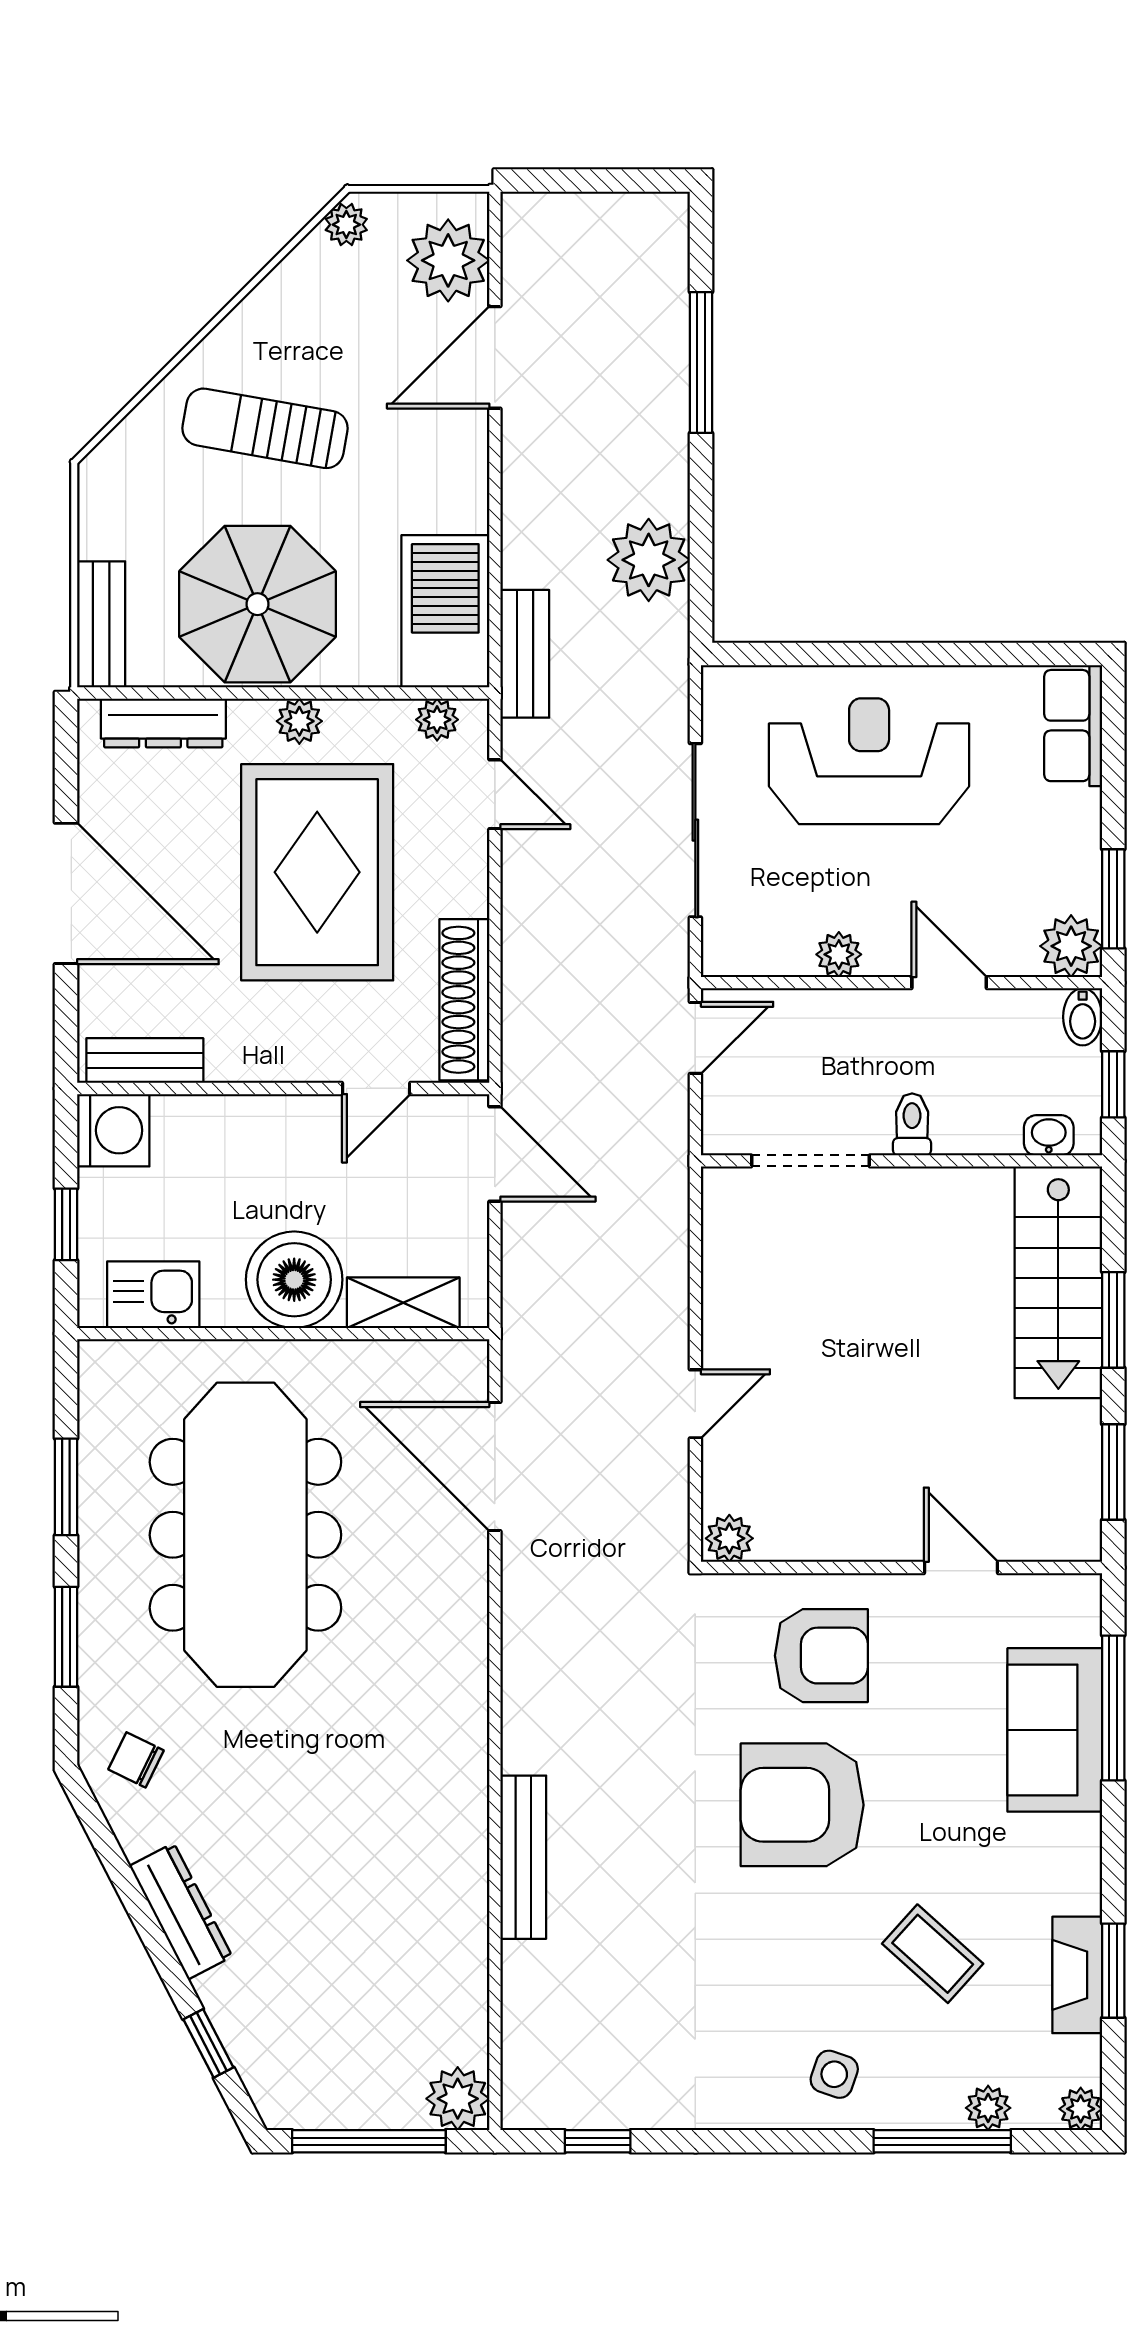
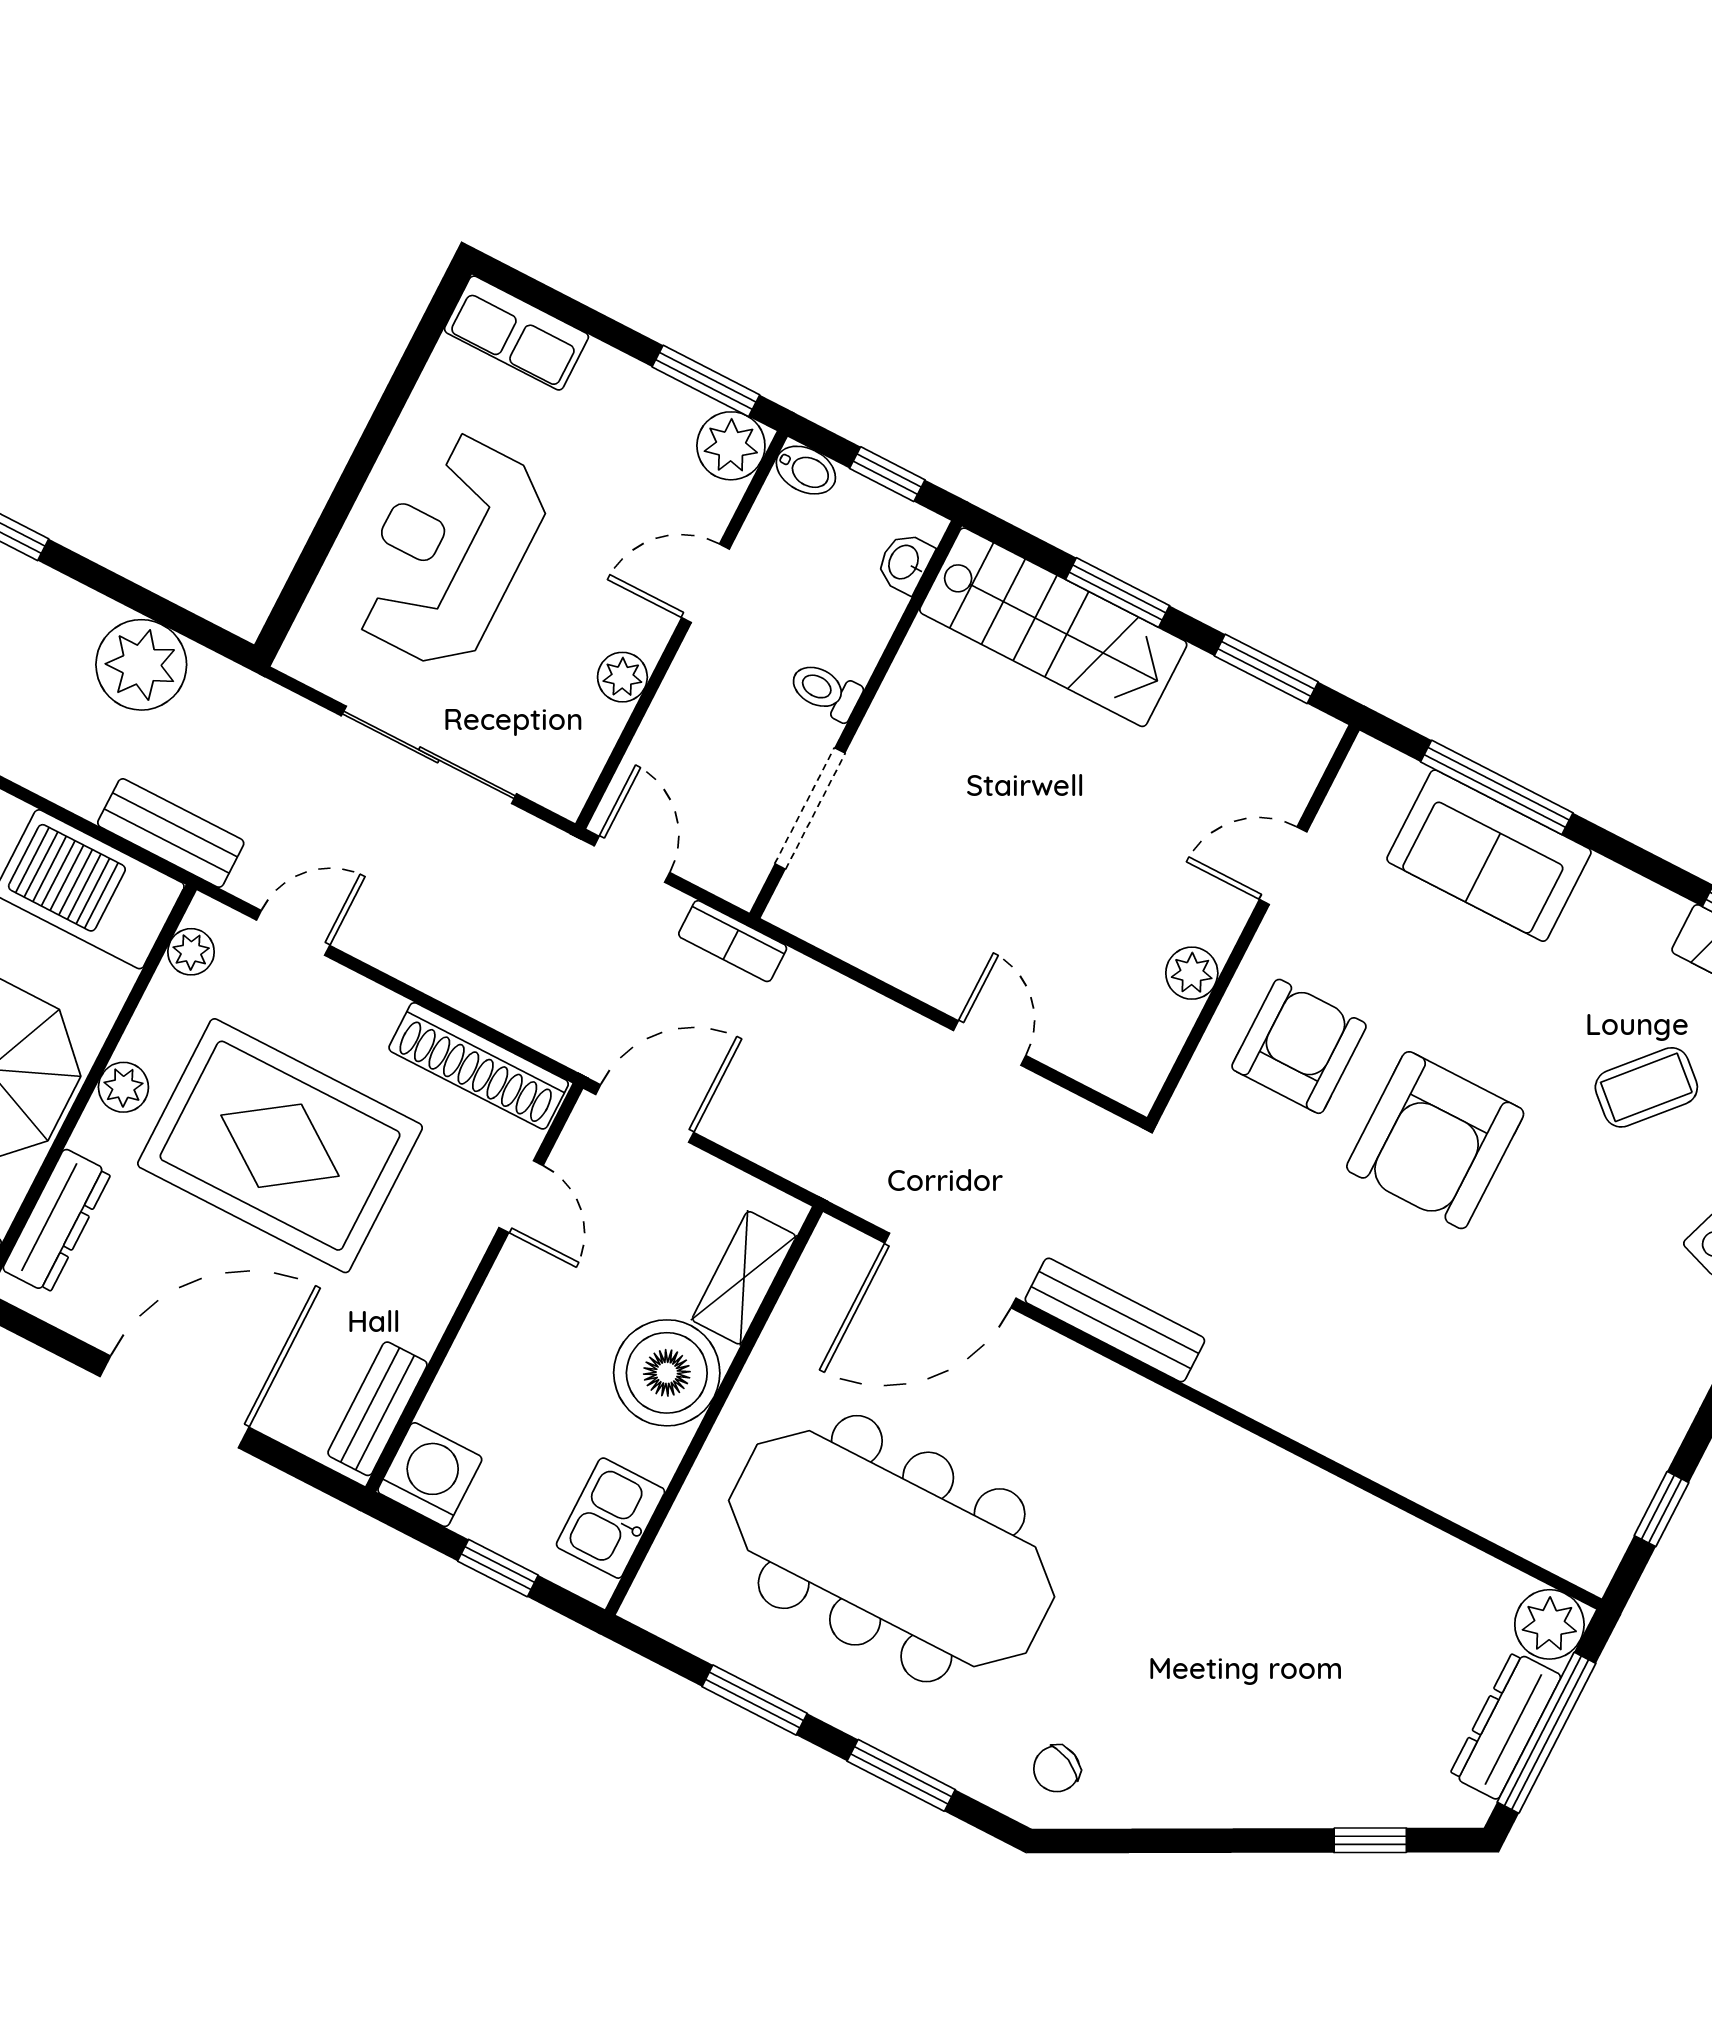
bookcase: (671, 1153) -> (733, 941), added
plant: (729, 1538) -> (1192, 973), moved
bench: (523, 1857) -> (1115, 1320), moved
dresser: (181, 1911) -> (1506, 1725), moved, turned -63

